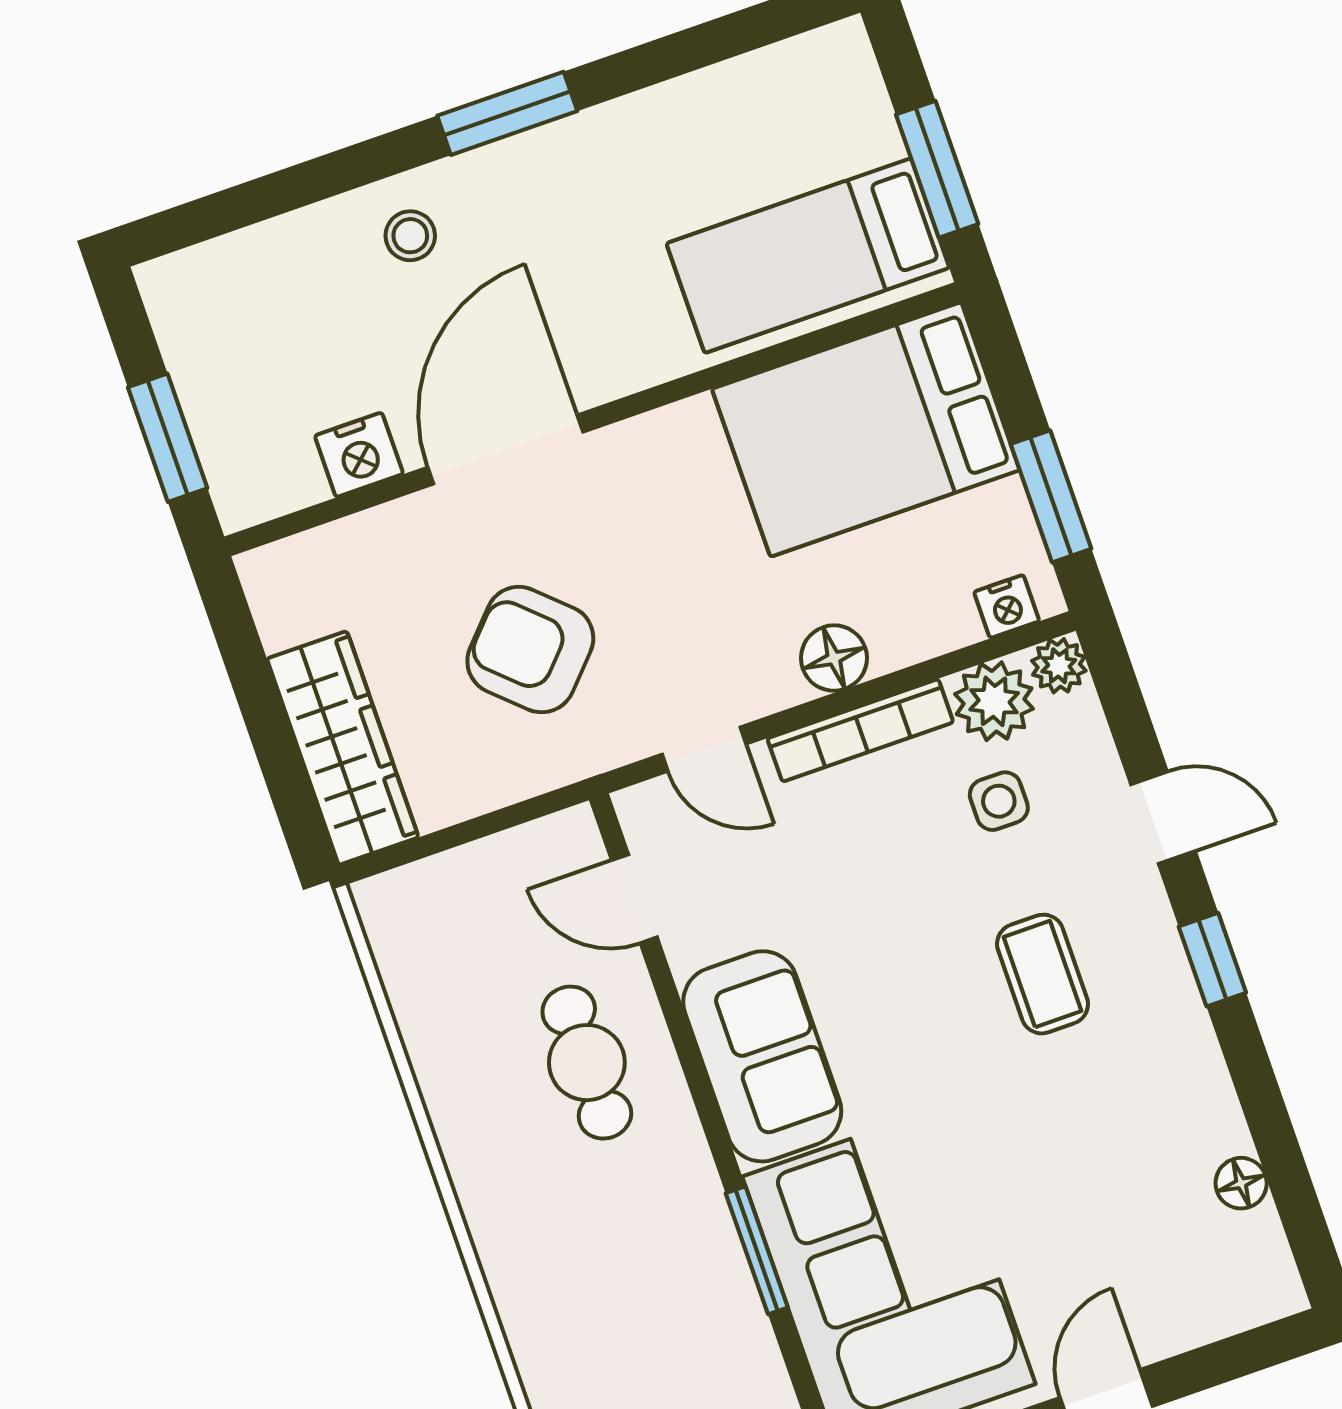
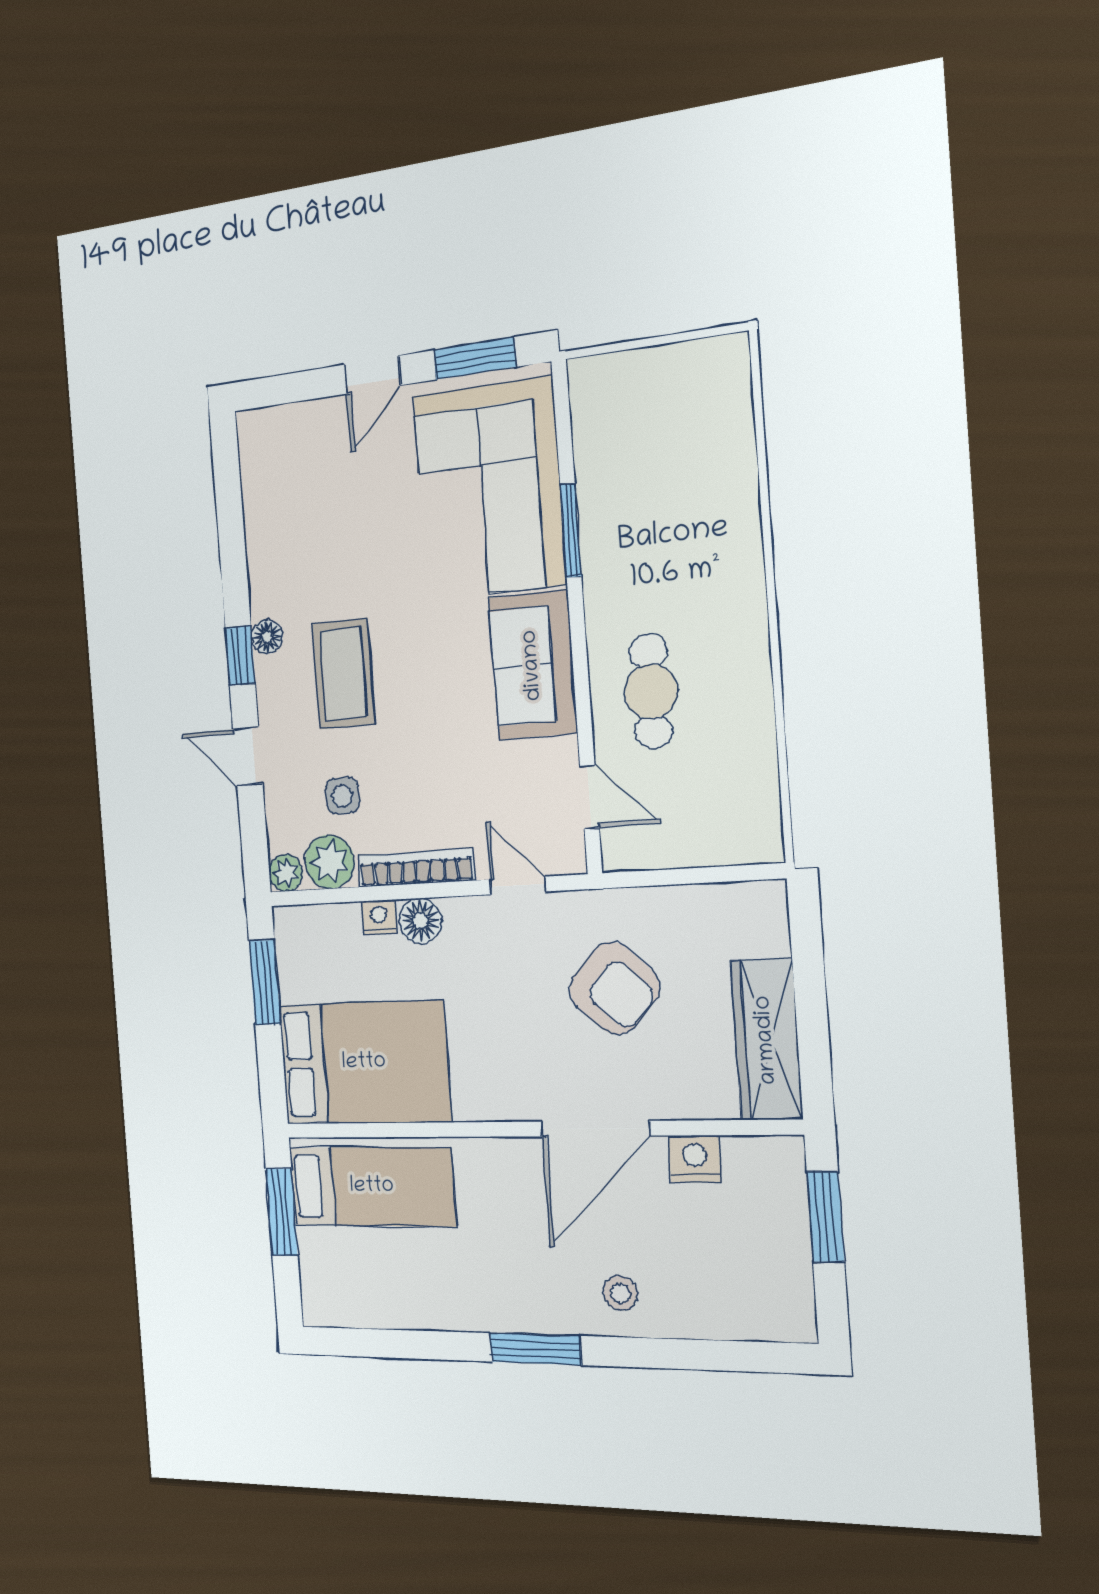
nightstand: (1007, 606) -> (379, 917), moved
wardrobe: (343, 748) -> (767, 1040), moved
coffee table: (1042, 974) -> (343, 674), width x1.36, depth x1.30
floor lamp: (1241, 1183) -> (267, 637), moved

